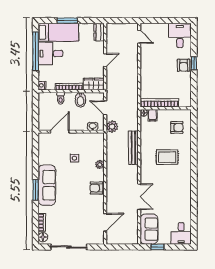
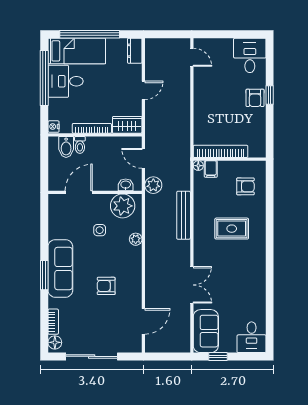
window: (67, 21) -> (90, 34), width x2.11
bidet: (80, 100) -> (66, 147), moved
plant: (91, 141) -> (123, 206), added
armchair: (96, 188) -> (106, 286), moved

